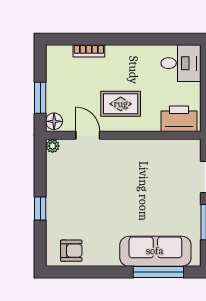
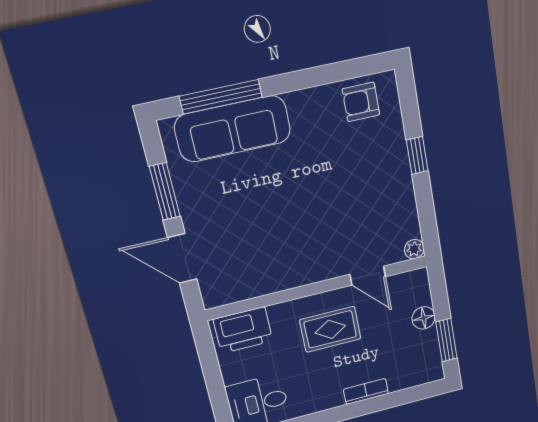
bookcase: (89, 51) -> (366, 391), moved
window: (40, 98) -> (447, 340), moved
floor lamp: (54, 121) -> (424, 318), moved

